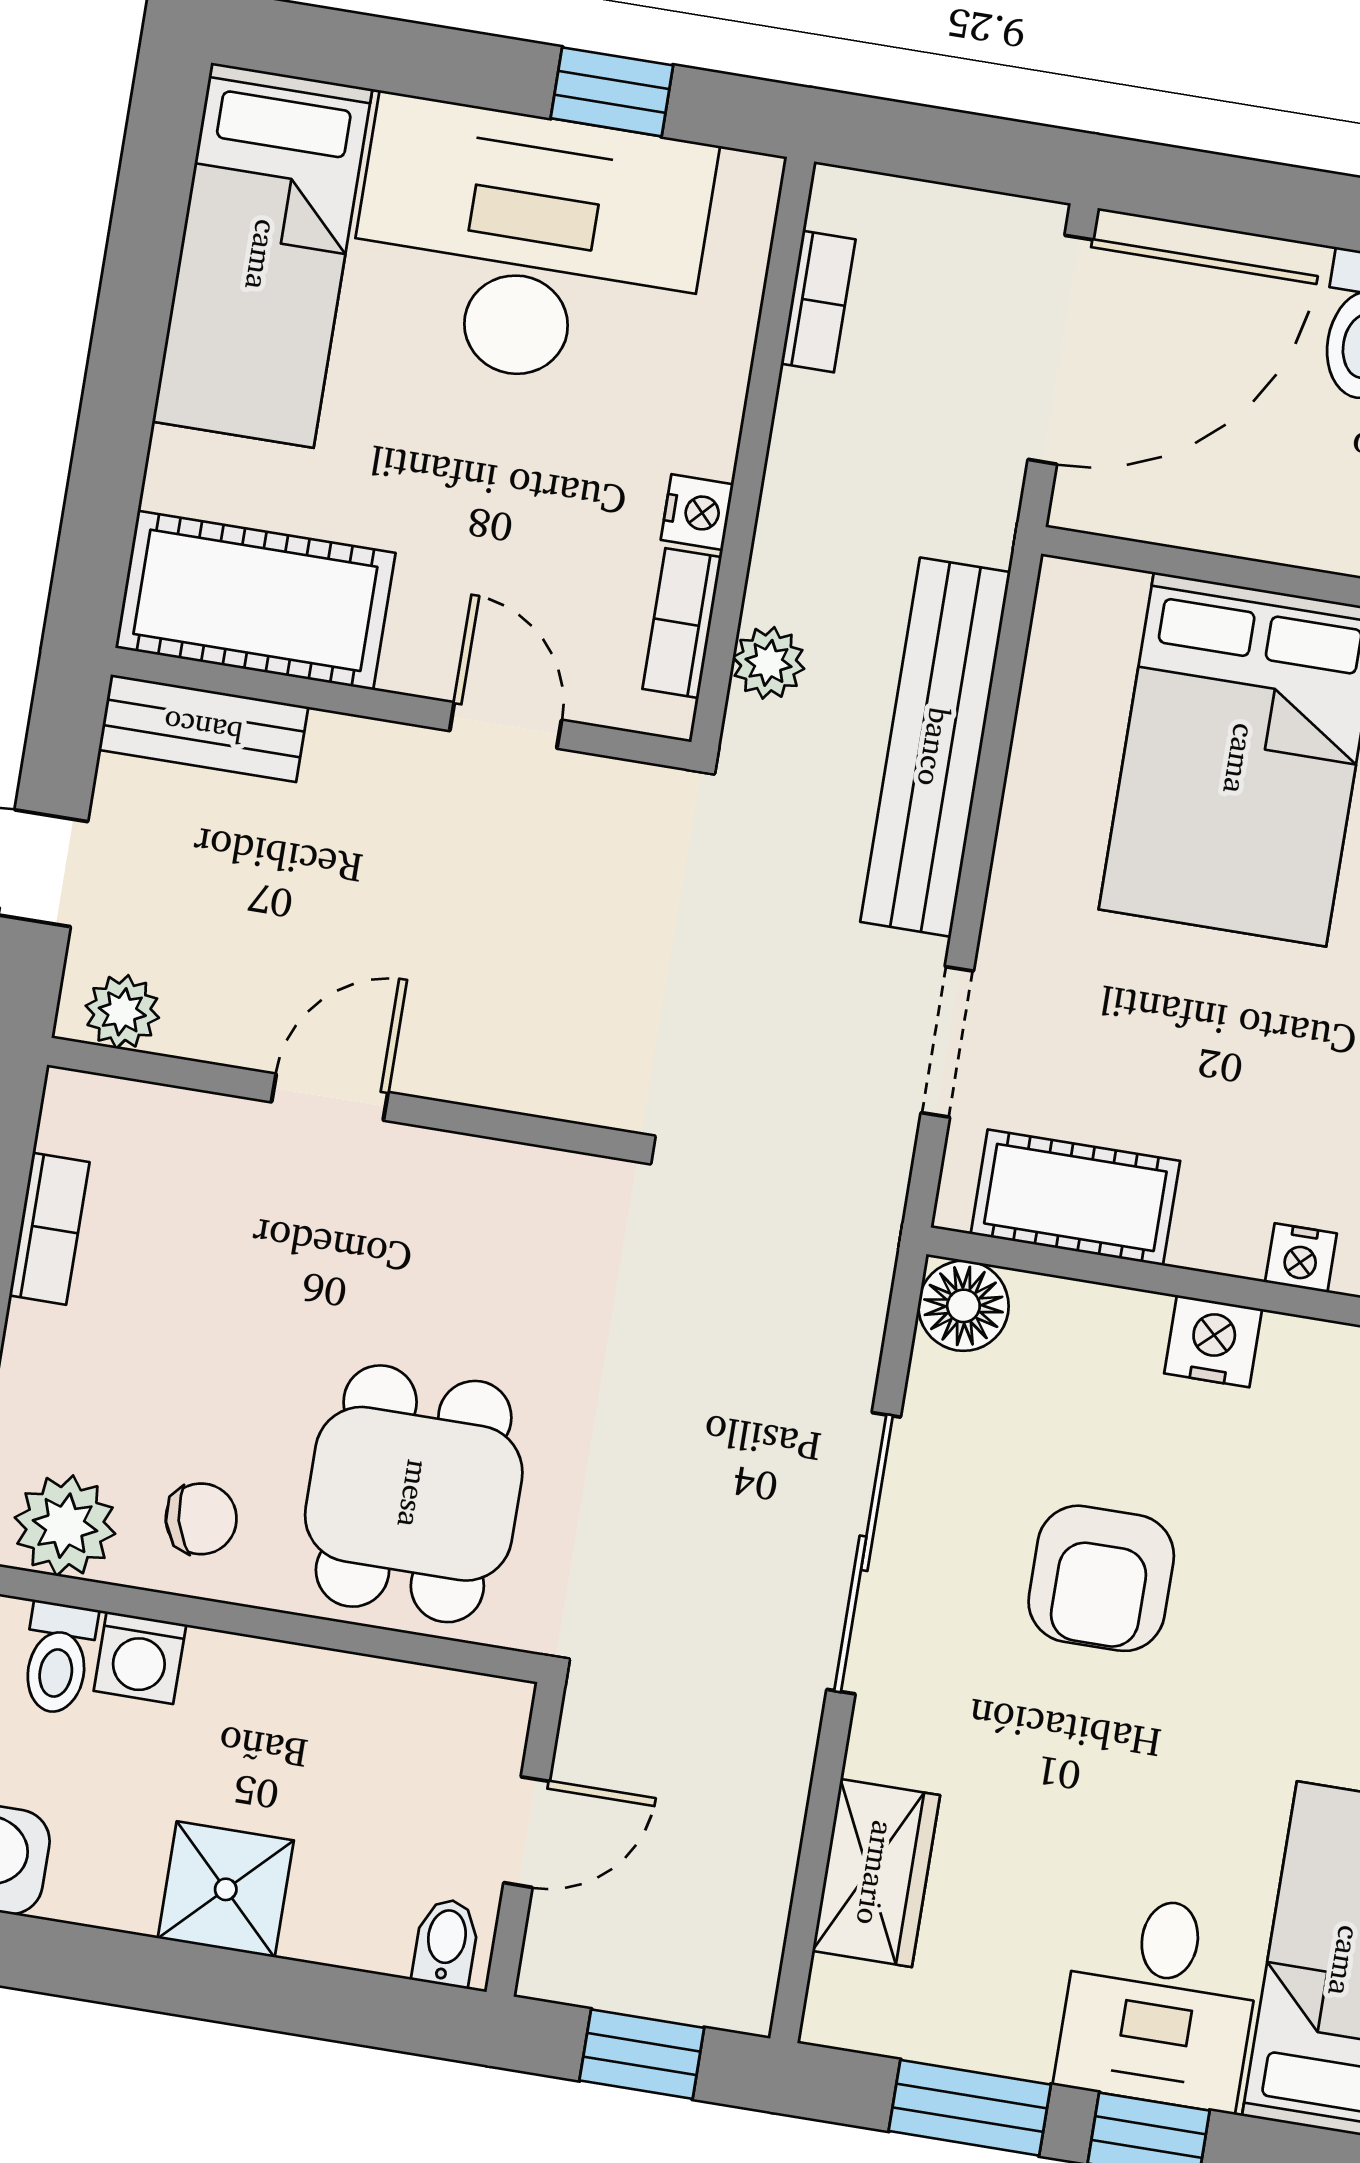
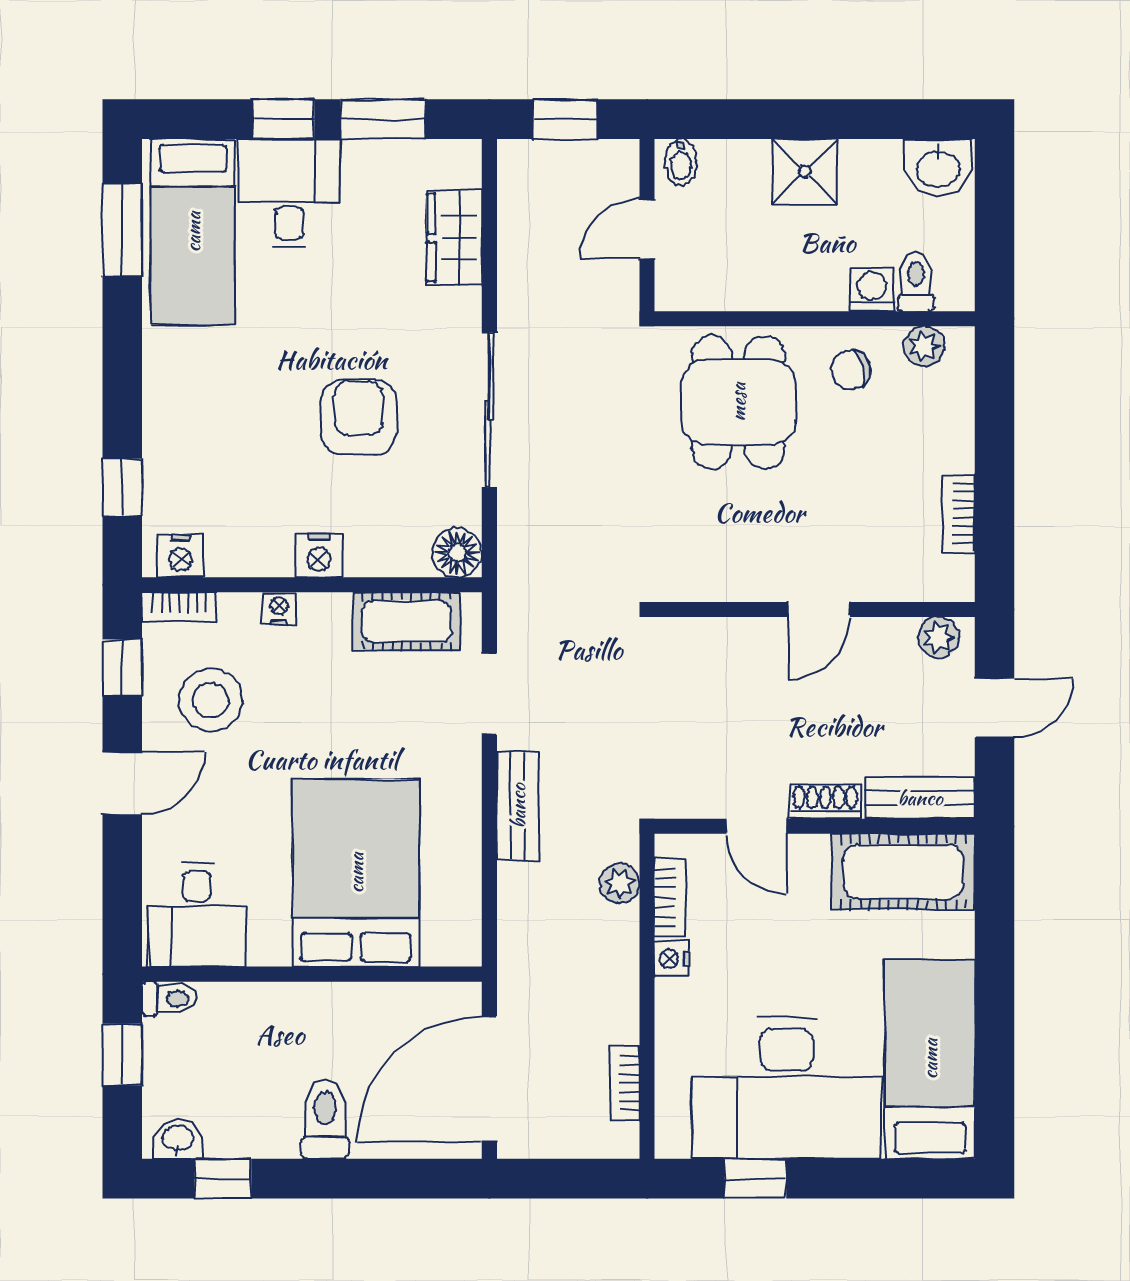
bench: (935, 747) -> (518, 806), width x0.54, depth x0.82
shoe rack: (375, 750) -> (825, 802), added
plant: (65, 1526) -> (924, 346), width x0.73, depth x0.73

